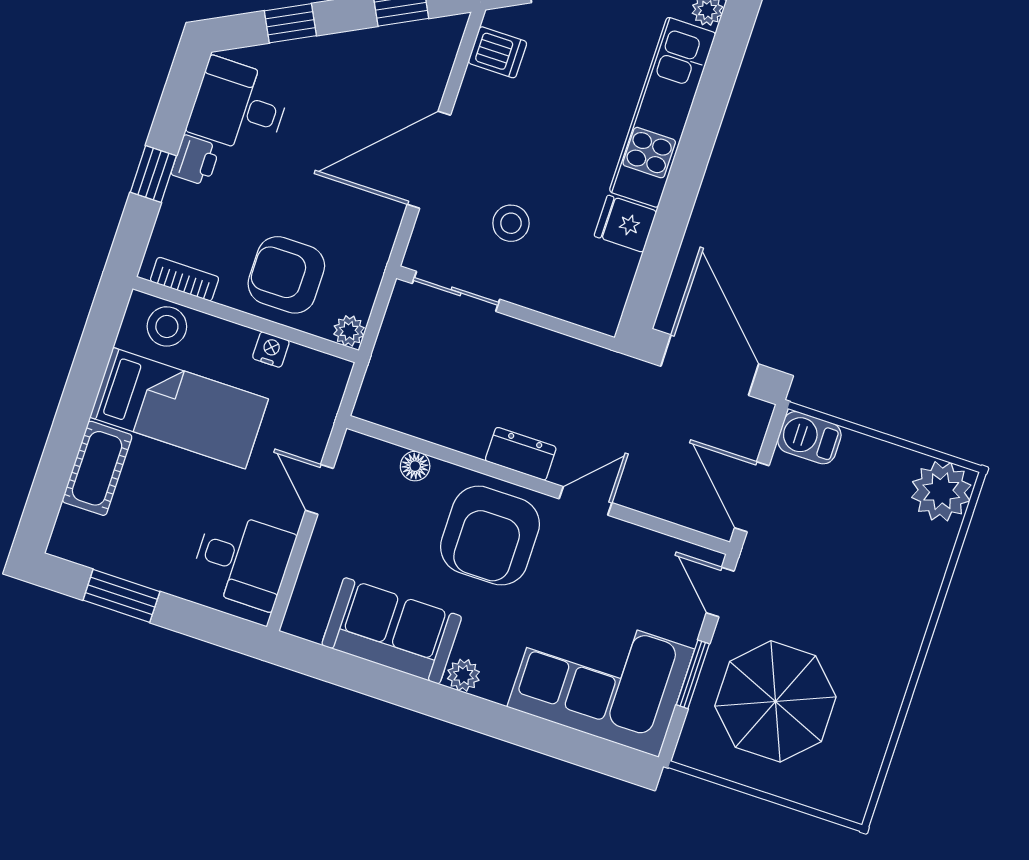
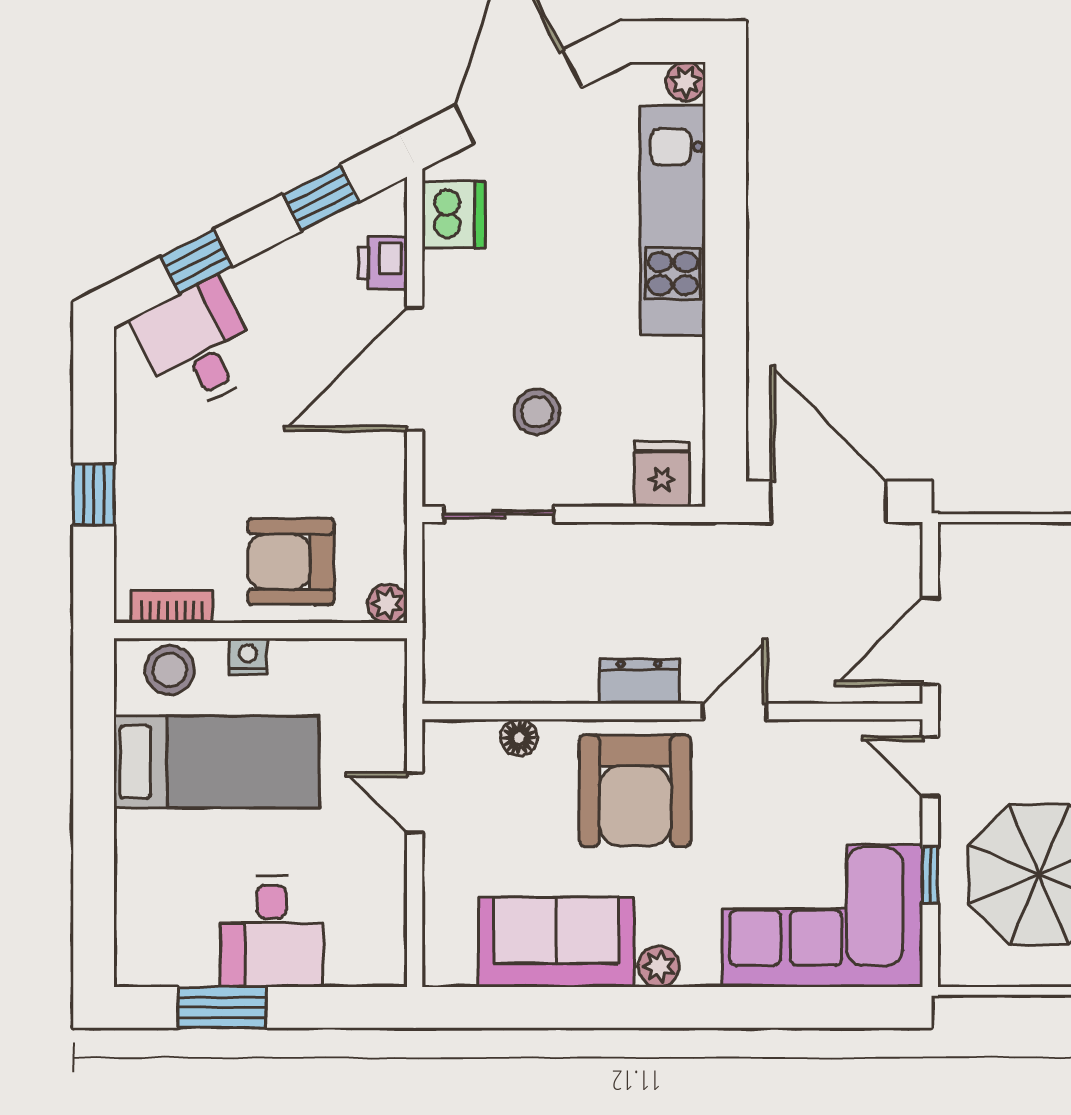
dishwasher: (498, 52) -> (454, 215), width x1.38
desk: (239, 106) -> (198, 345), moved, turned 63
printer: (195, 160) -> (383, 263), moved, turned 180
fridge: (625, 224) -> (662, 474), moved, turned 90
nightstand: (271, 350) -> (248, 656), moved
barbecue: (809, 438) -> (975, 548), removed
cot: (97, 468) -> (143, 866), removed
door: (752, 497) -> (930, 641), hinge flipped
desk: (243, 560) -> (272, 932), moved, turned 90
window: (693, 674) -> (930, 875), width x0.67

